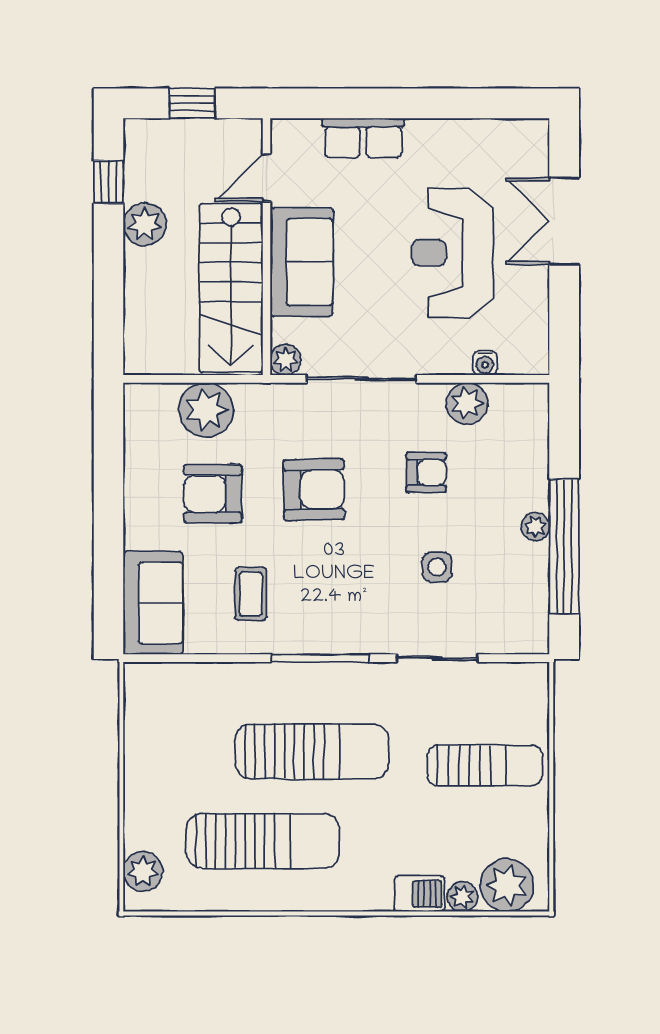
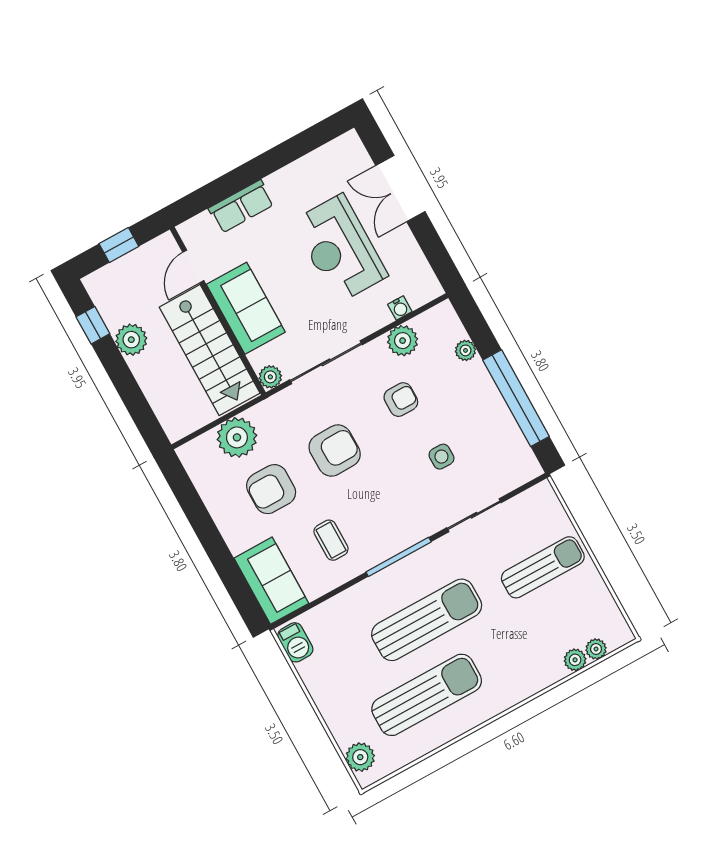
plant: (535, 527) -> (466, 350), moved
plant: (507, 885) -> (596, 649), width x0.53, depth x0.53
barbecue: (419, 894) -> (295, 642), moved, turned 90

